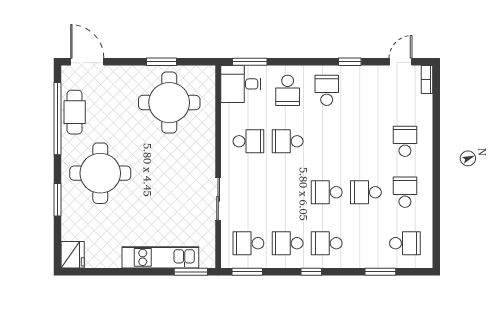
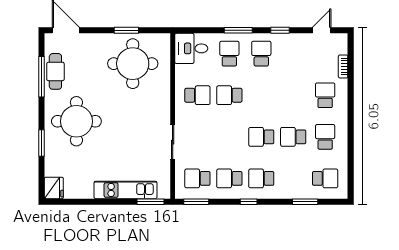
window: (250, 62) -> (238, 30), moved
bookcase: (427, 79) -> (343, 66), moved
school desk: (288, 90) -> (229, 54), turned 180
window: (57, 119) -> (42, 77), width x0.68

